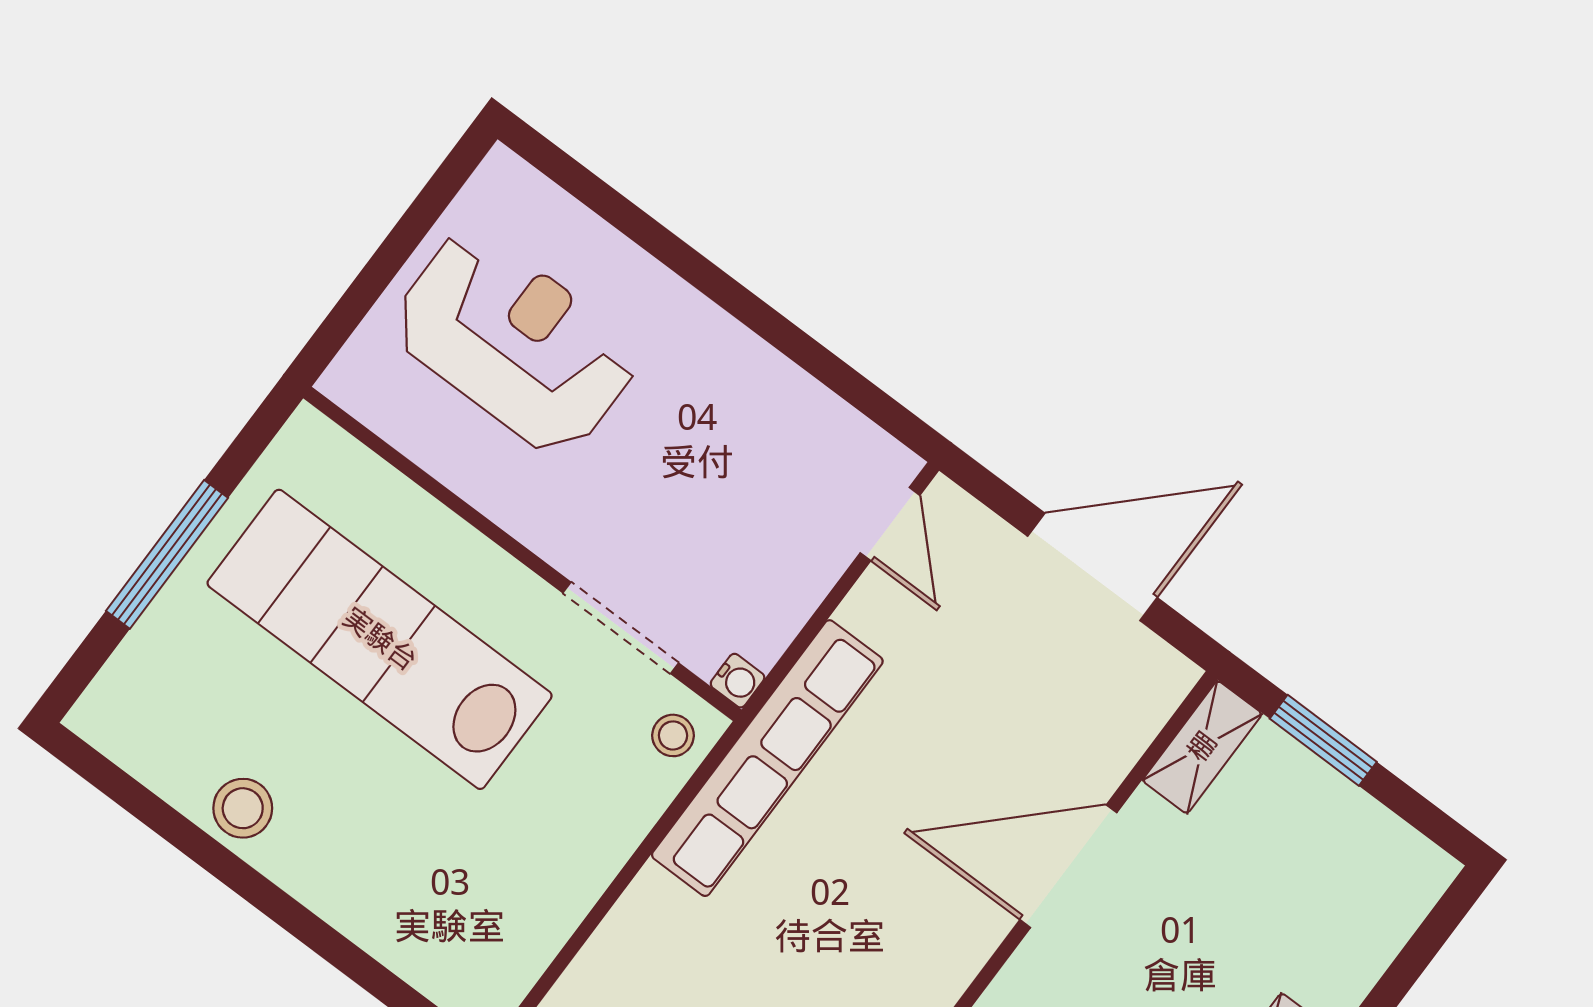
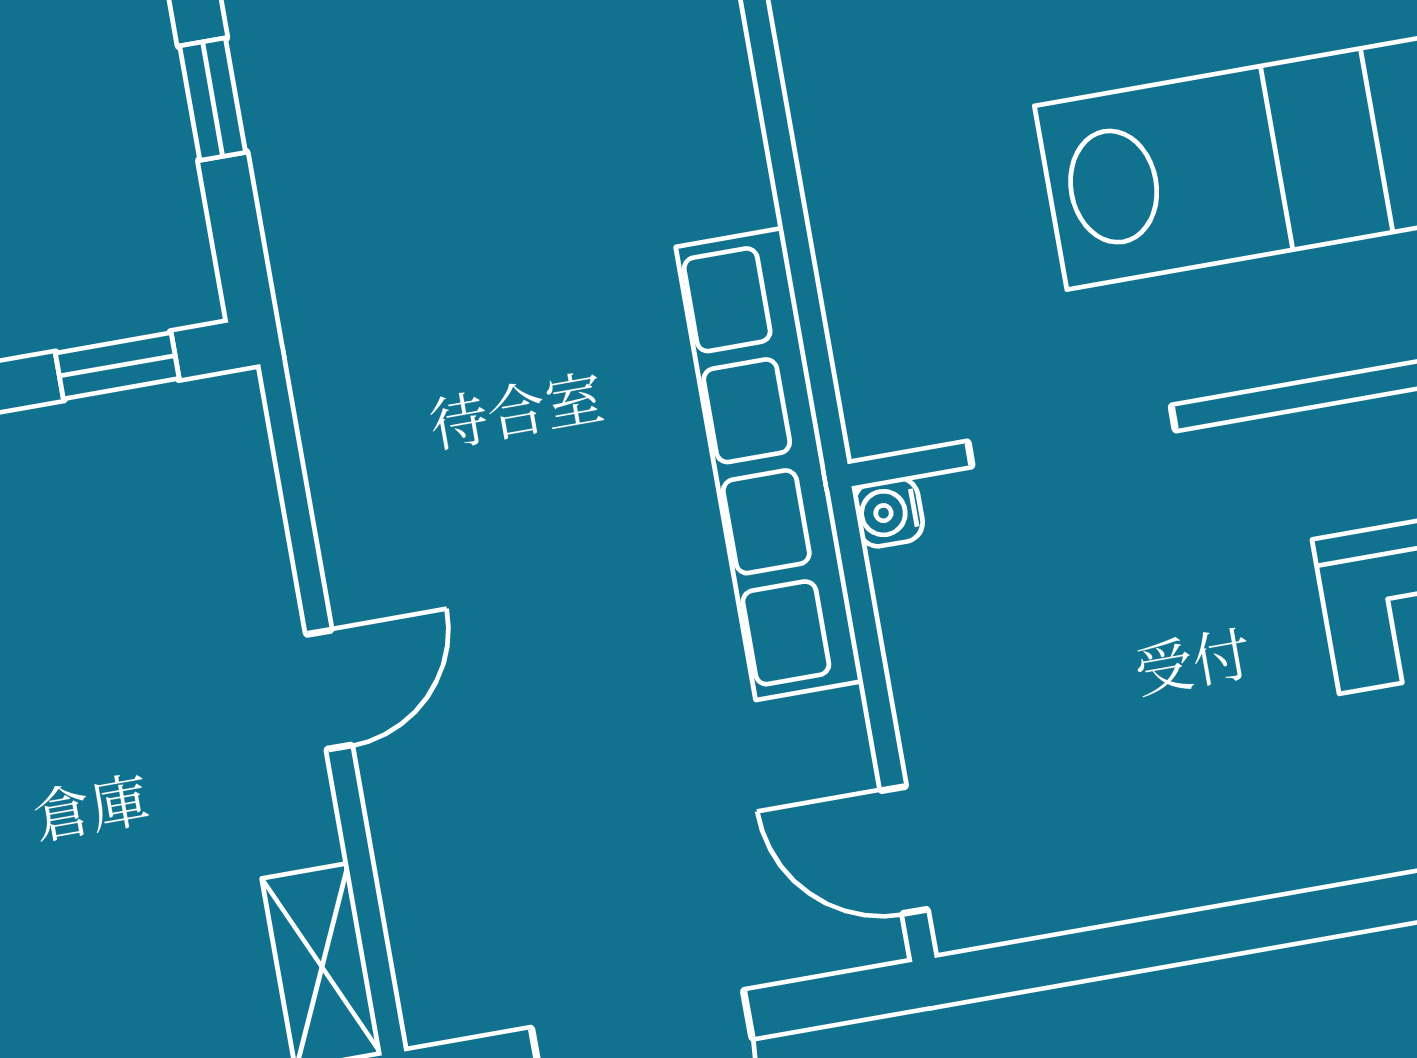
stool: (673, 735) -> (895, 381), removed
door: (1068, 866) -> (329, 690), width x0.53

